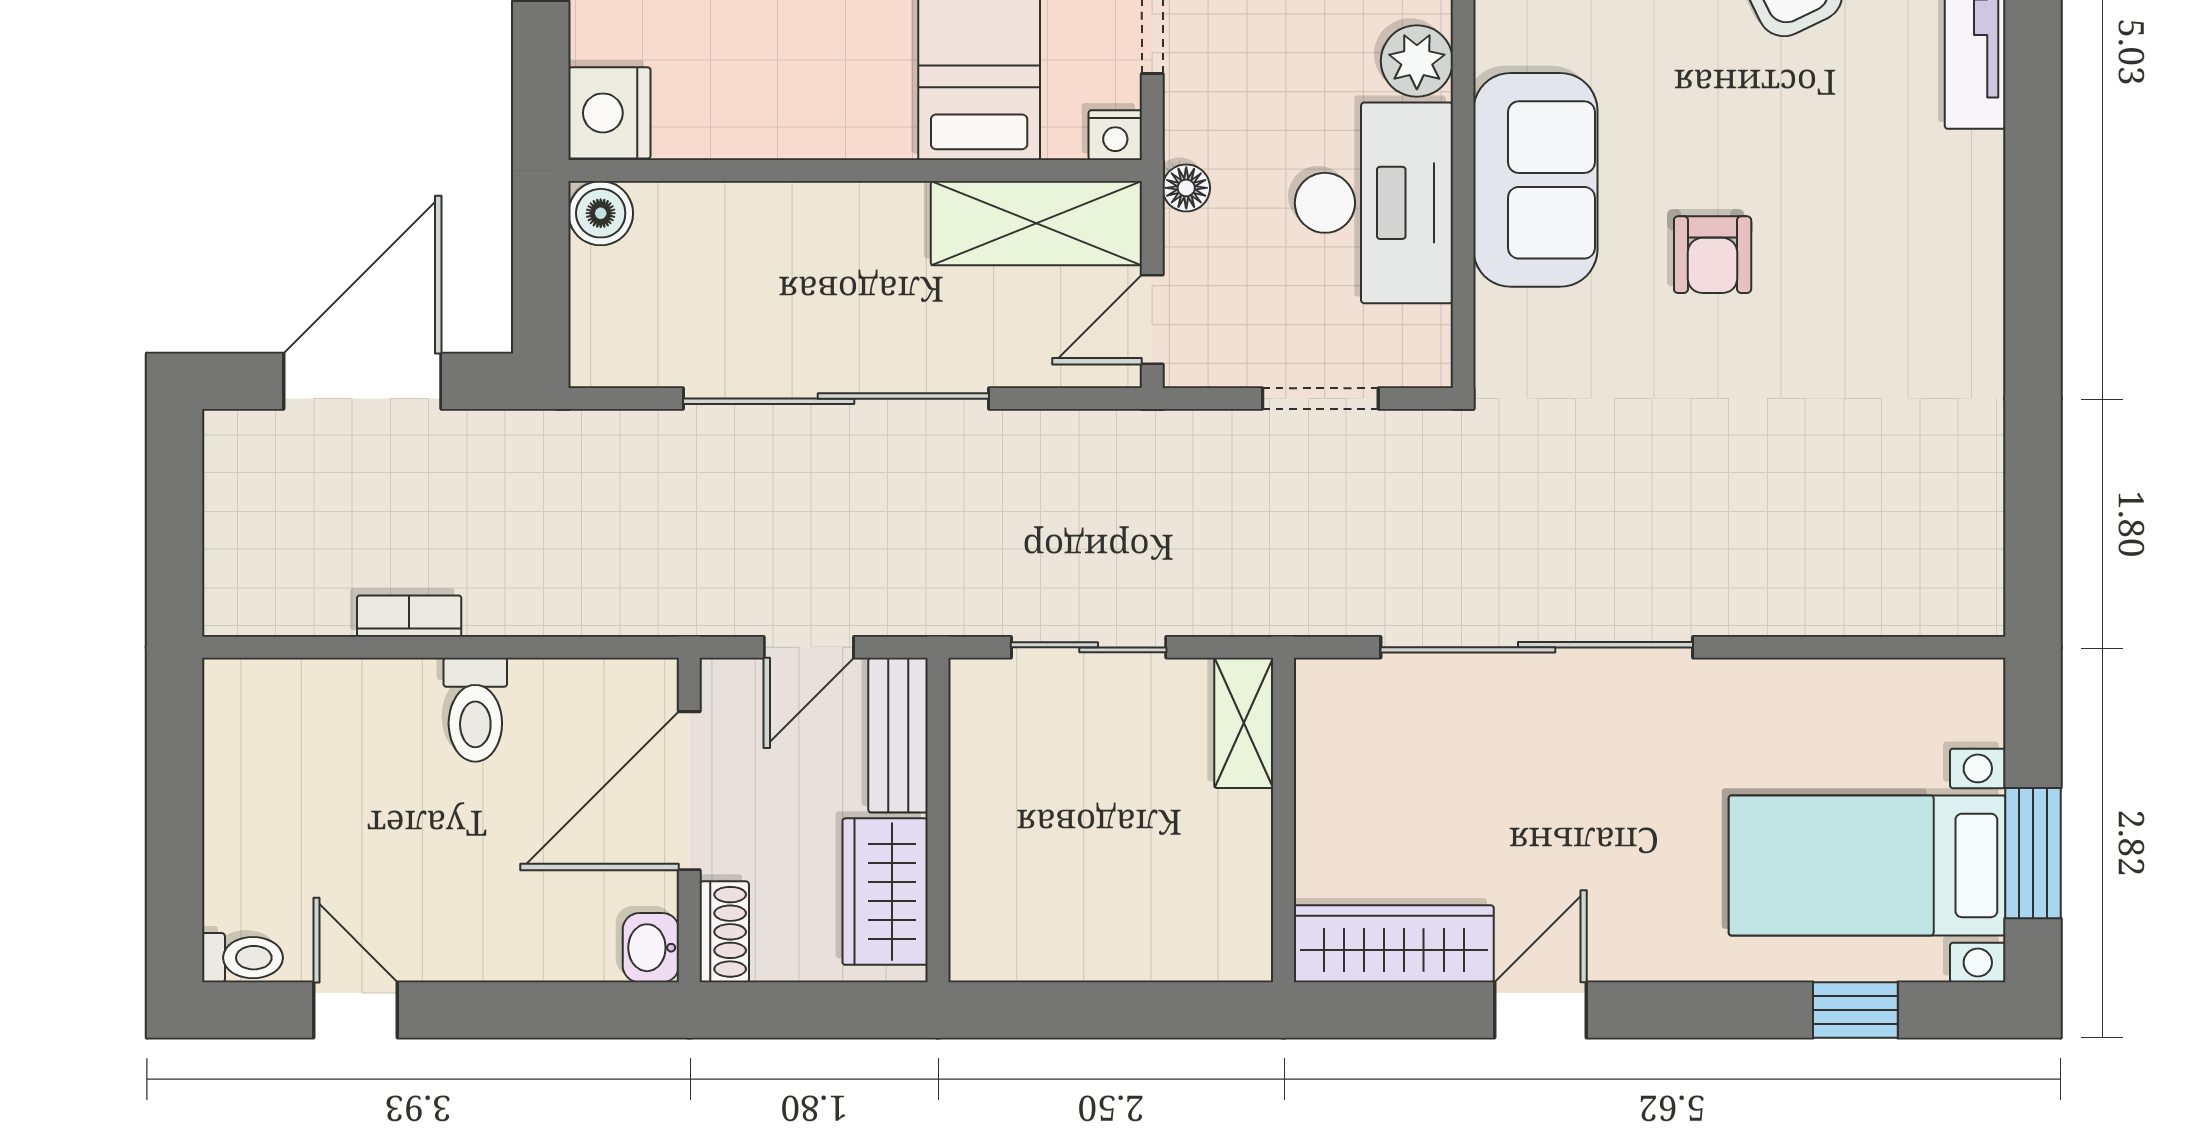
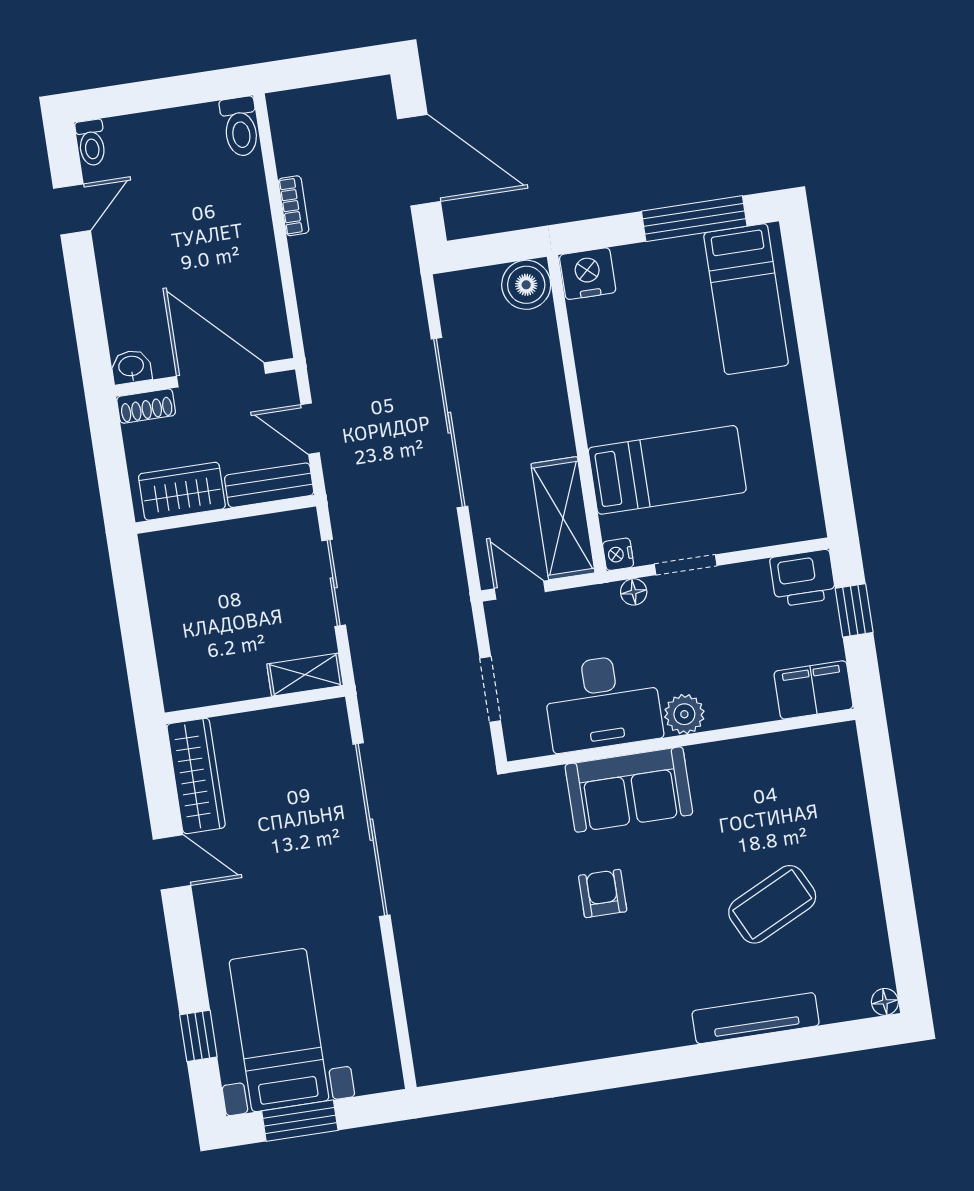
floor lamp: (1186, 188) -> (634, 592), moved
boiler: (601, 213) -> (526, 285), width x1.36, depth x1.36
armchair: (1713, 255) -> (603, 893), turned 90
toilet: (475, 710) -> (240, 127), moved, turned -90

